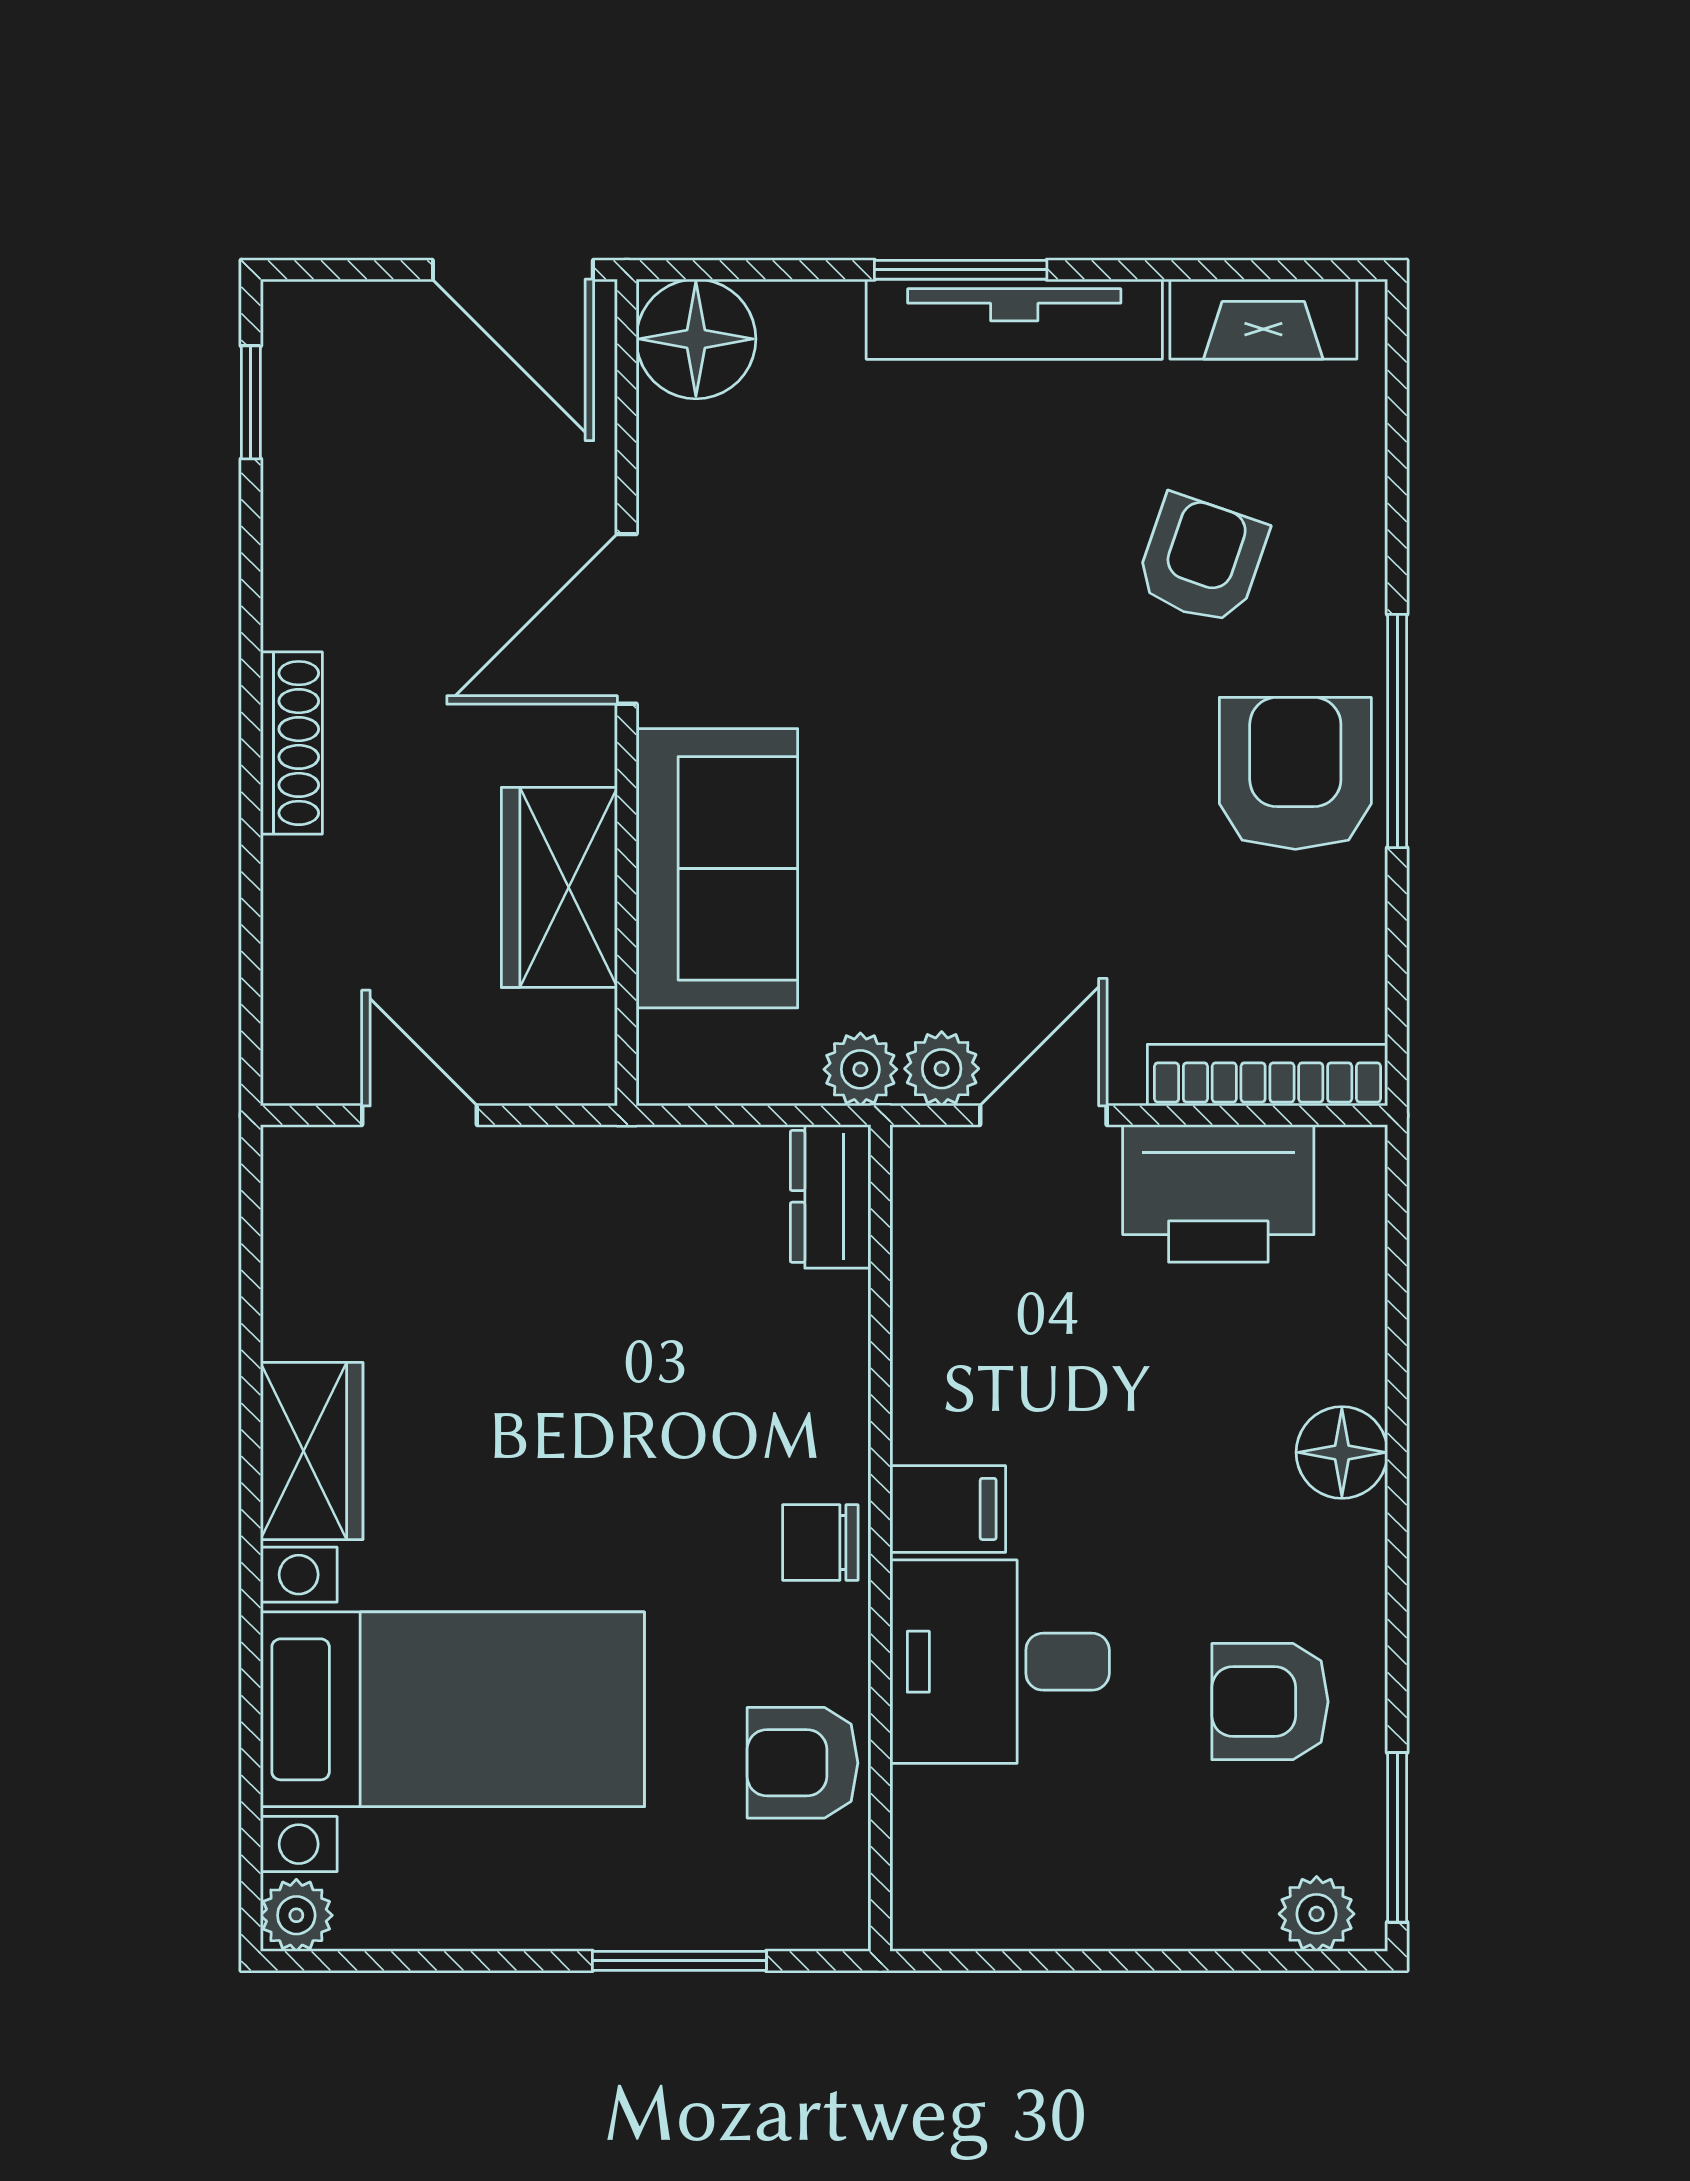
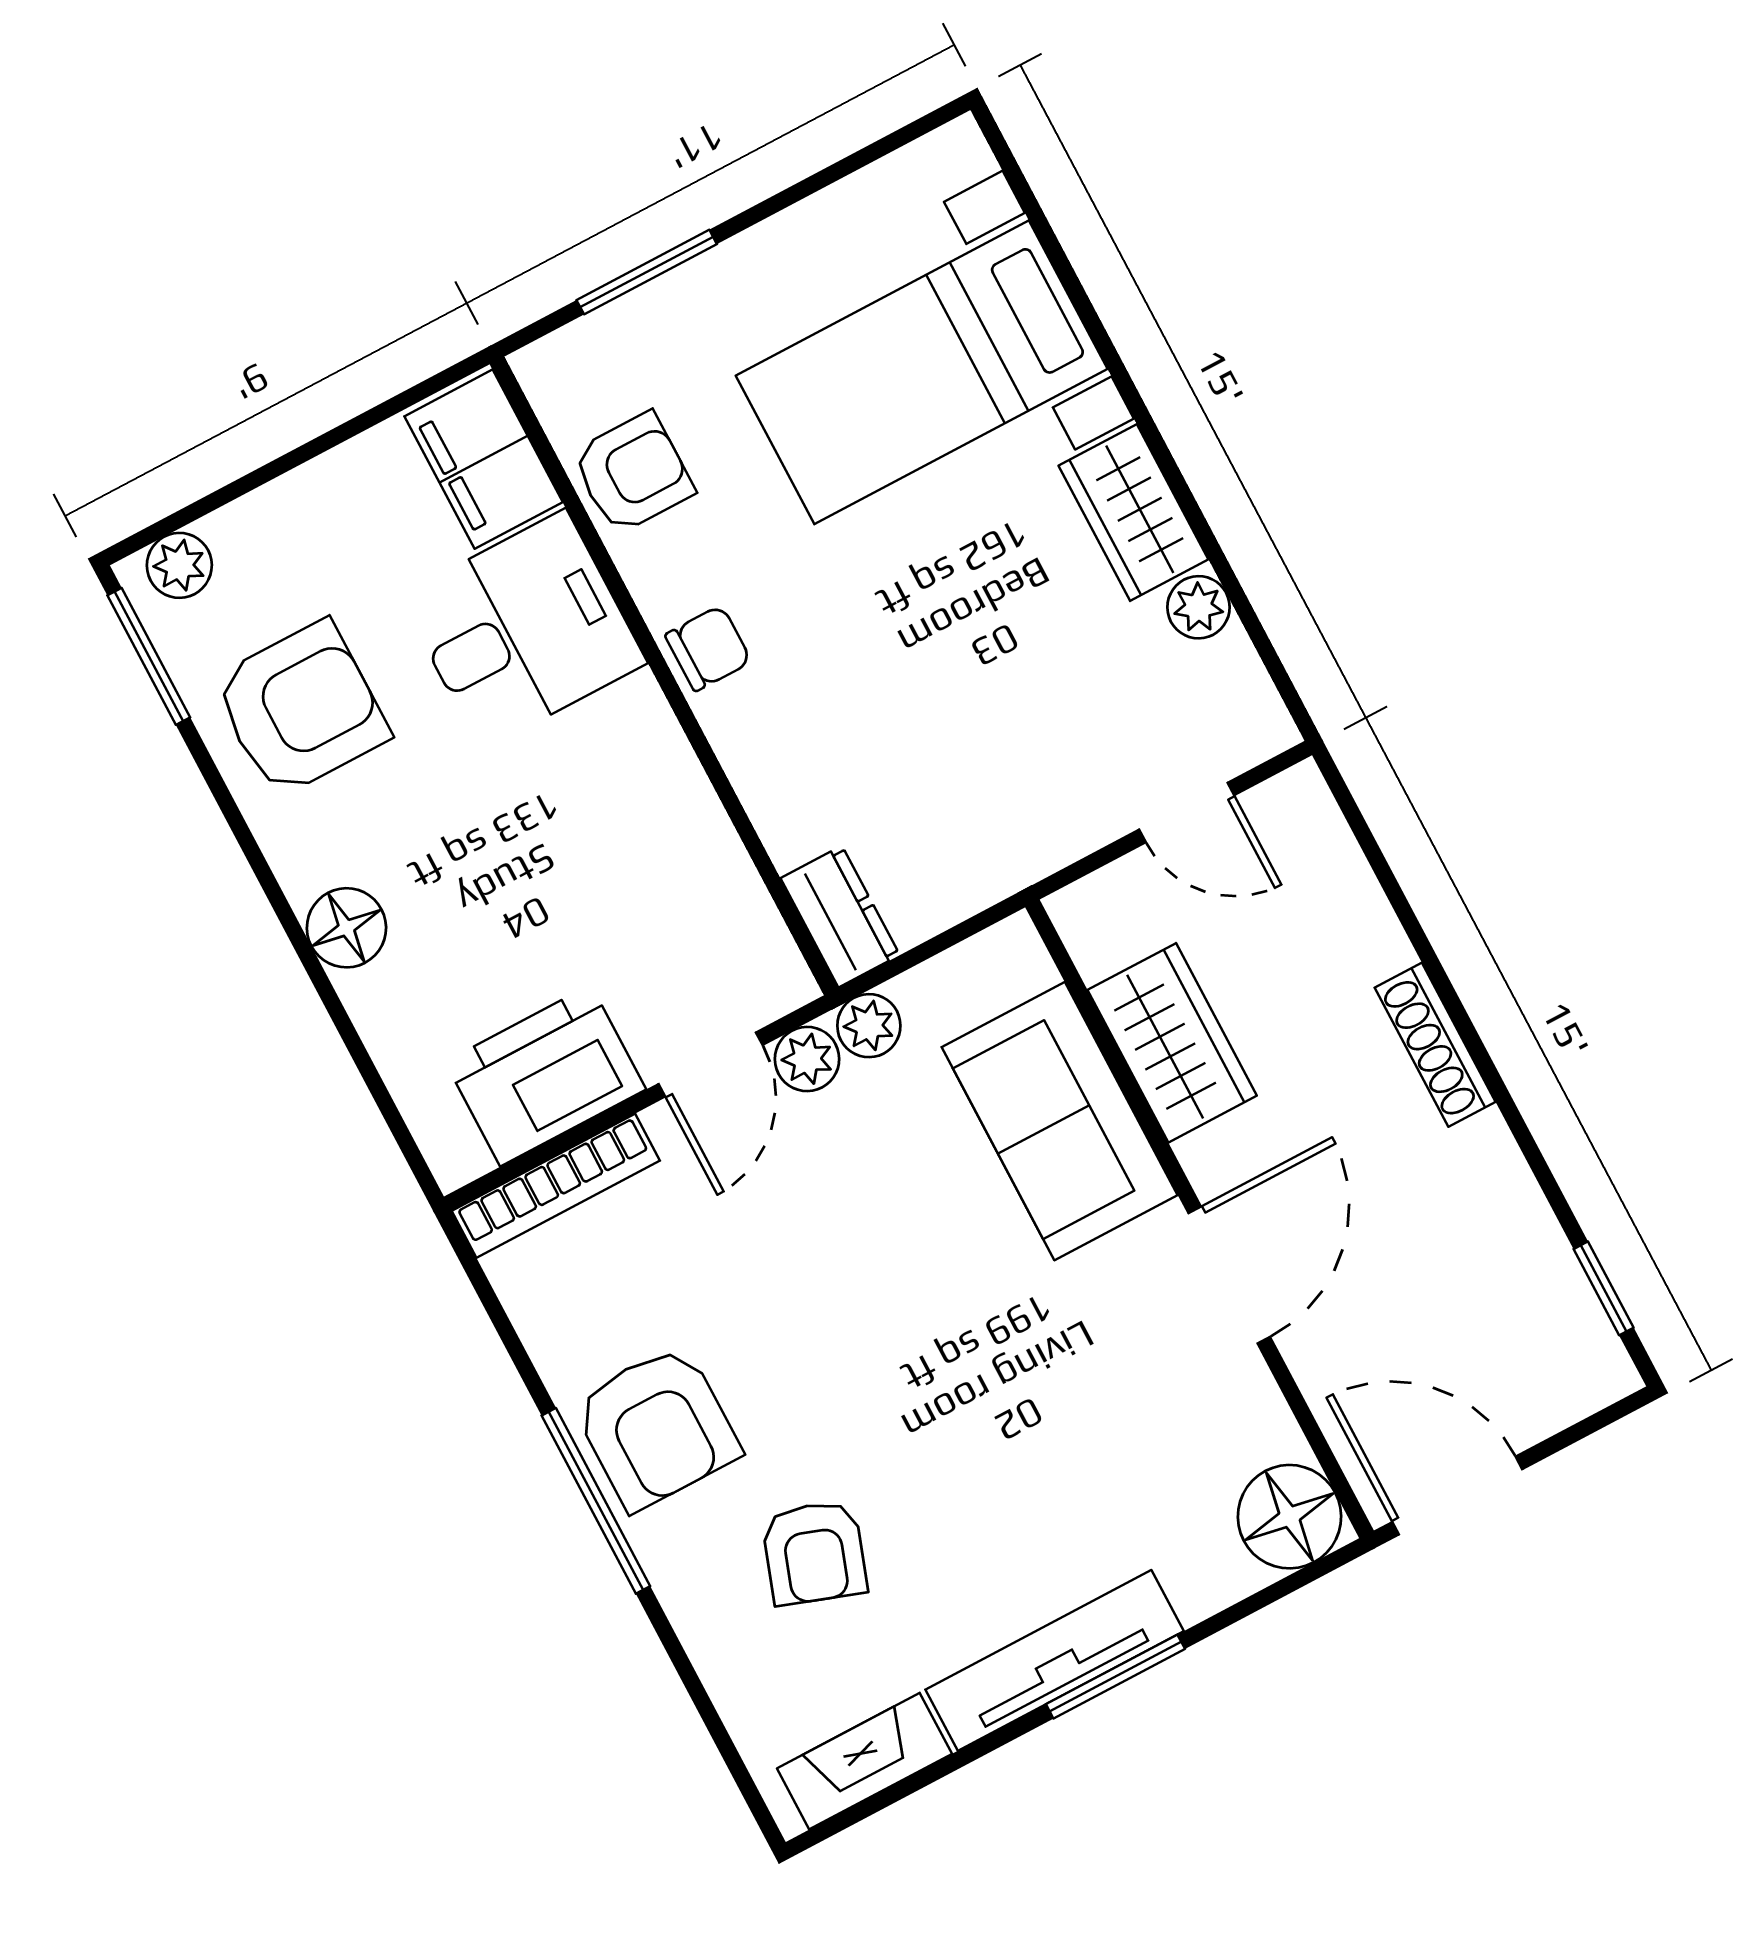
filing cabinet: (948, 1509) -> (484, 459), moved, width x2.00
armchair: (1270, 1702) -> (301, 709), width x1.38, depth x1.38
plant: (296, 1915) -> (1198, 607), moved

